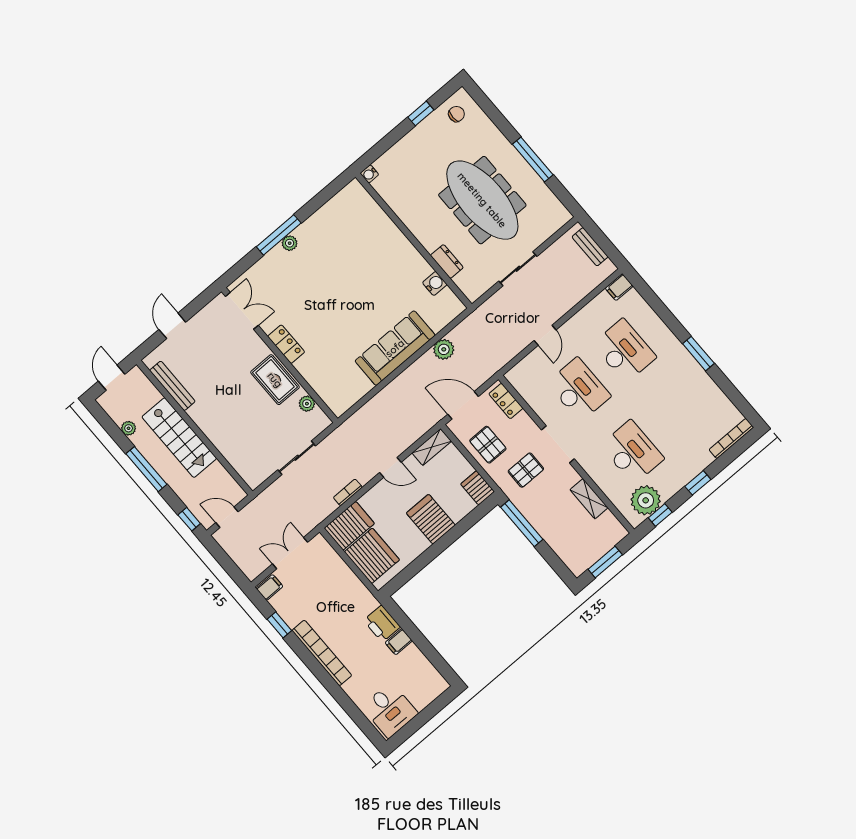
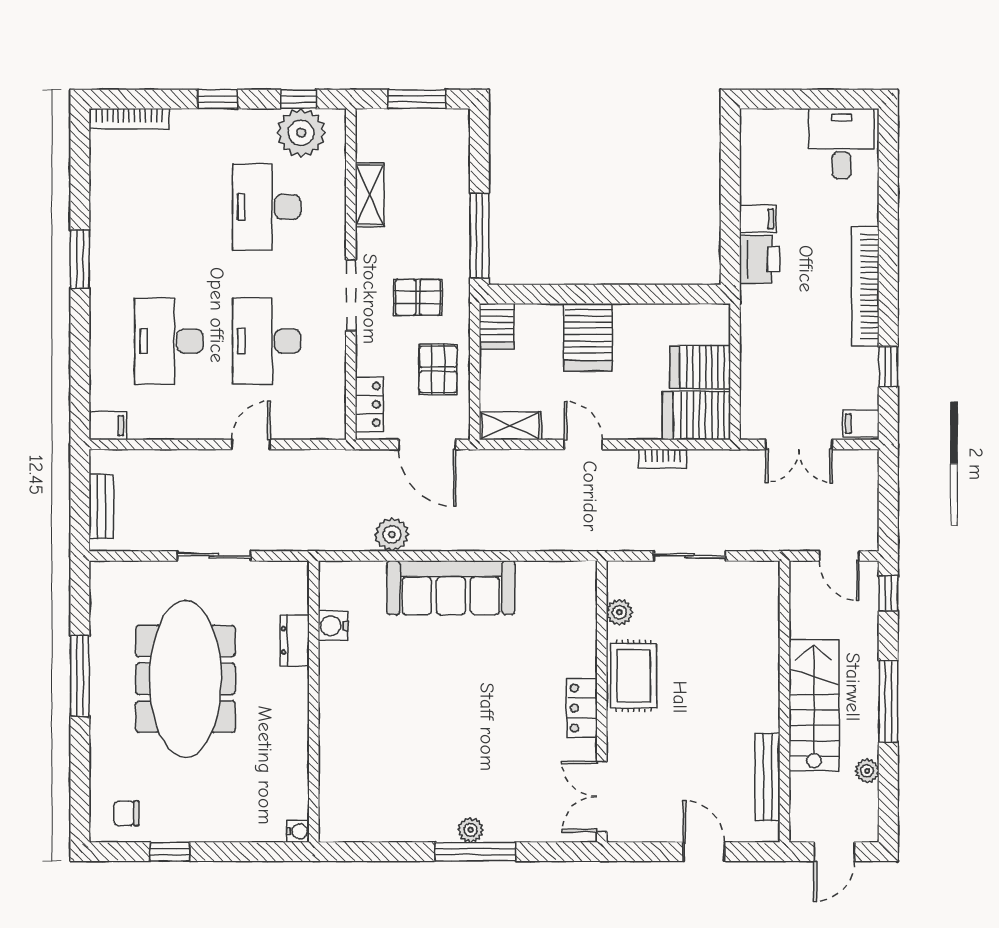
door: (172, 326) -> (704, 852), swing flipped
server rack: (372, 556) -> (700, 367), width x0.62

